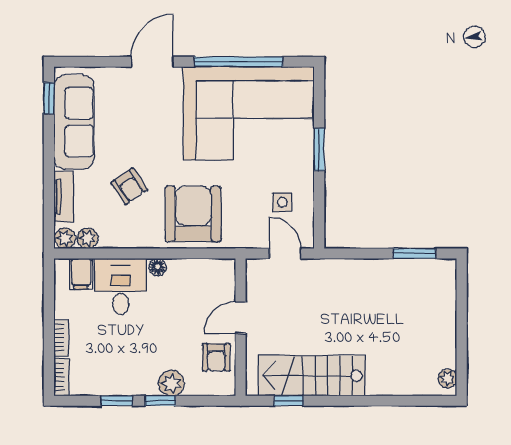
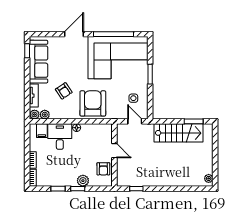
door: (241, 317) -> (114, 151), swing flipped
stairs: (312, 376) -> (179, 133), moved, turned 180

